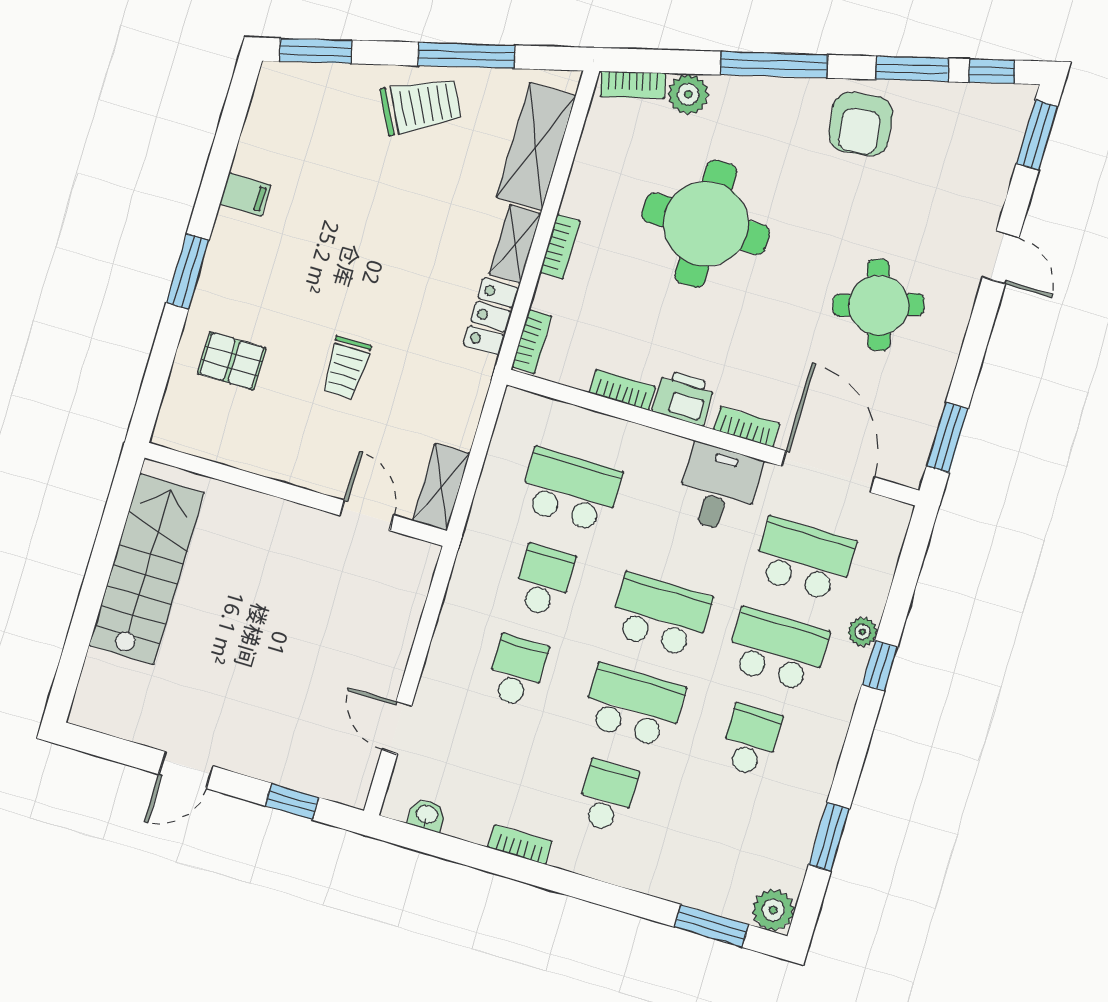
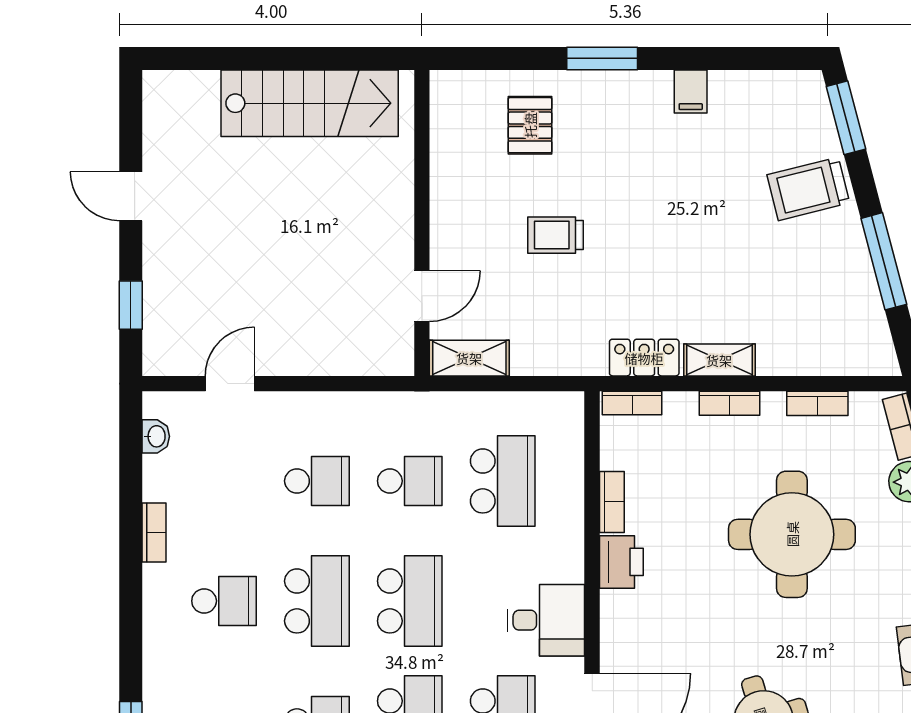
trolley: (421, 106) -> (808, 189), moved, turned 103
shelving: (536, 147) -> (817, 352), removed
bookcase: (747, 427) -> (817, 403), moved, turned 90

